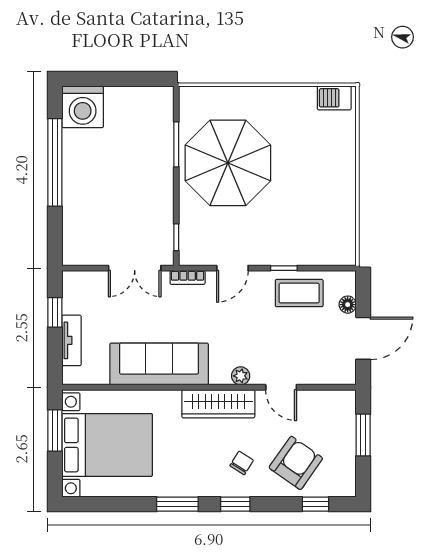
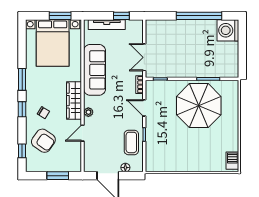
tv unit: (71, 340) -> (107, 25), width x1.41

